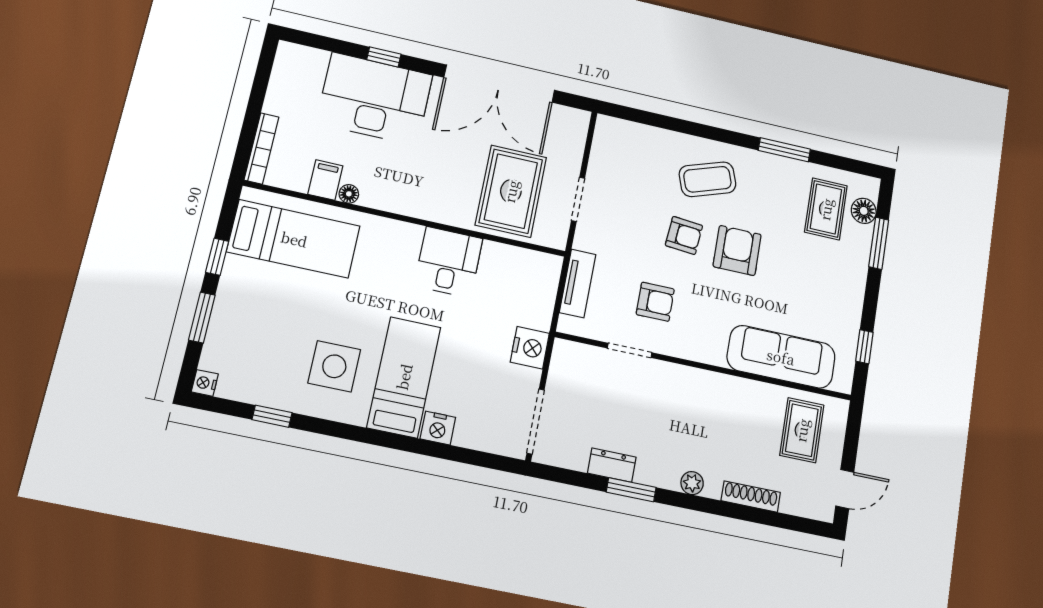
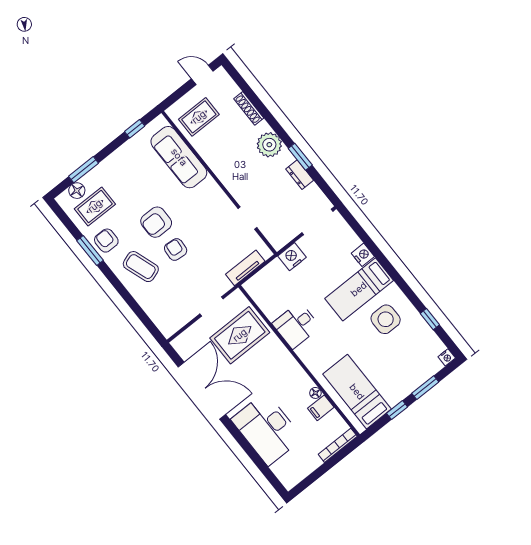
window: (384, 57) -> (246, 446), removed
armchair: (655, 302) -> (106, 241), moved
plant: (692, 483) -> (269, 145), width x1.88, depth x1.88

